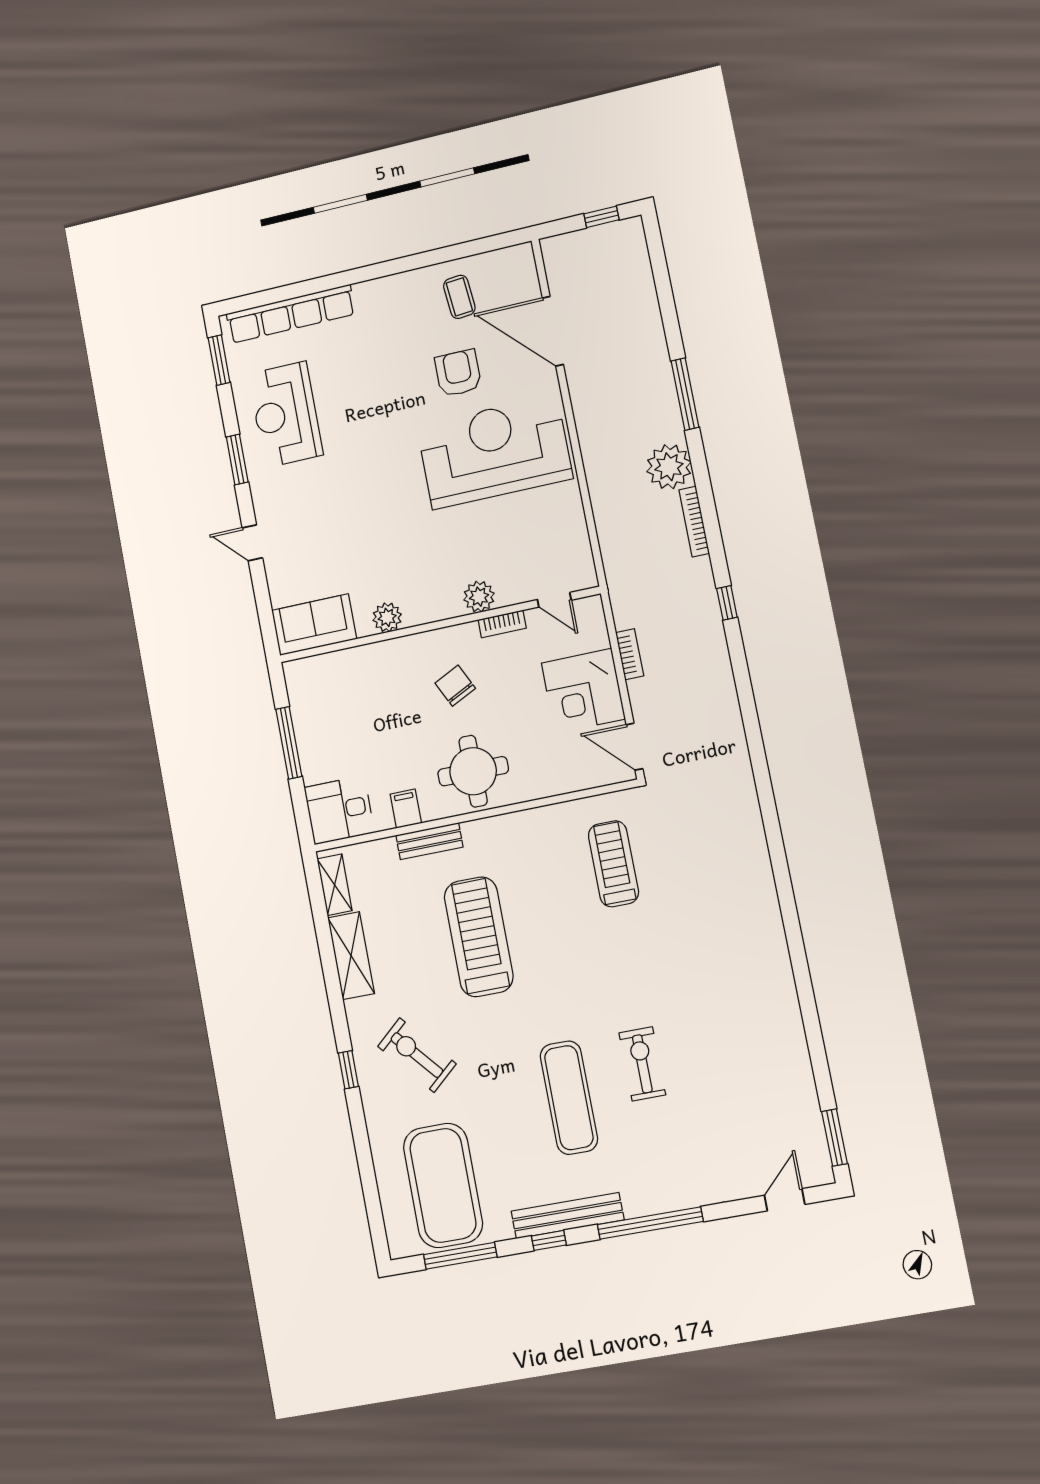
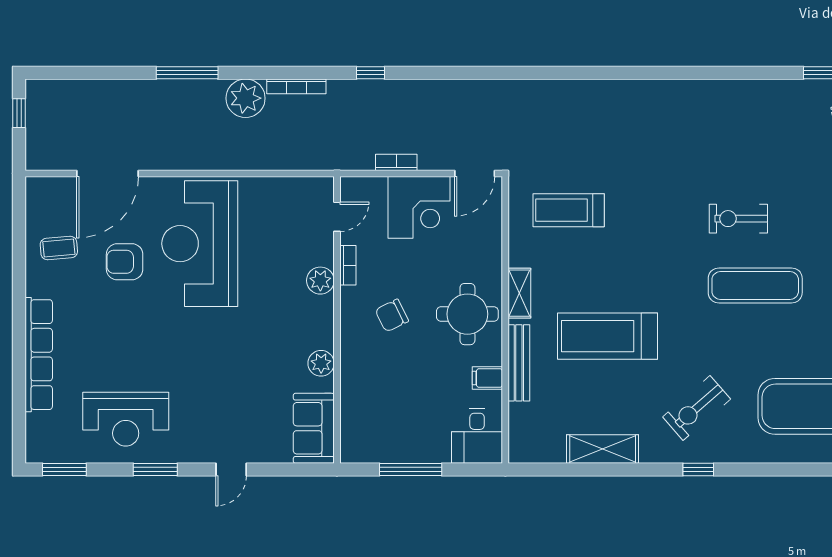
row of seats: (291, 314) -> (39, 355), moved
bench: (429, 841) -> (519, 363), width x1.36
shelving: (335, 885) -> (519, 293), moved, turned 90

